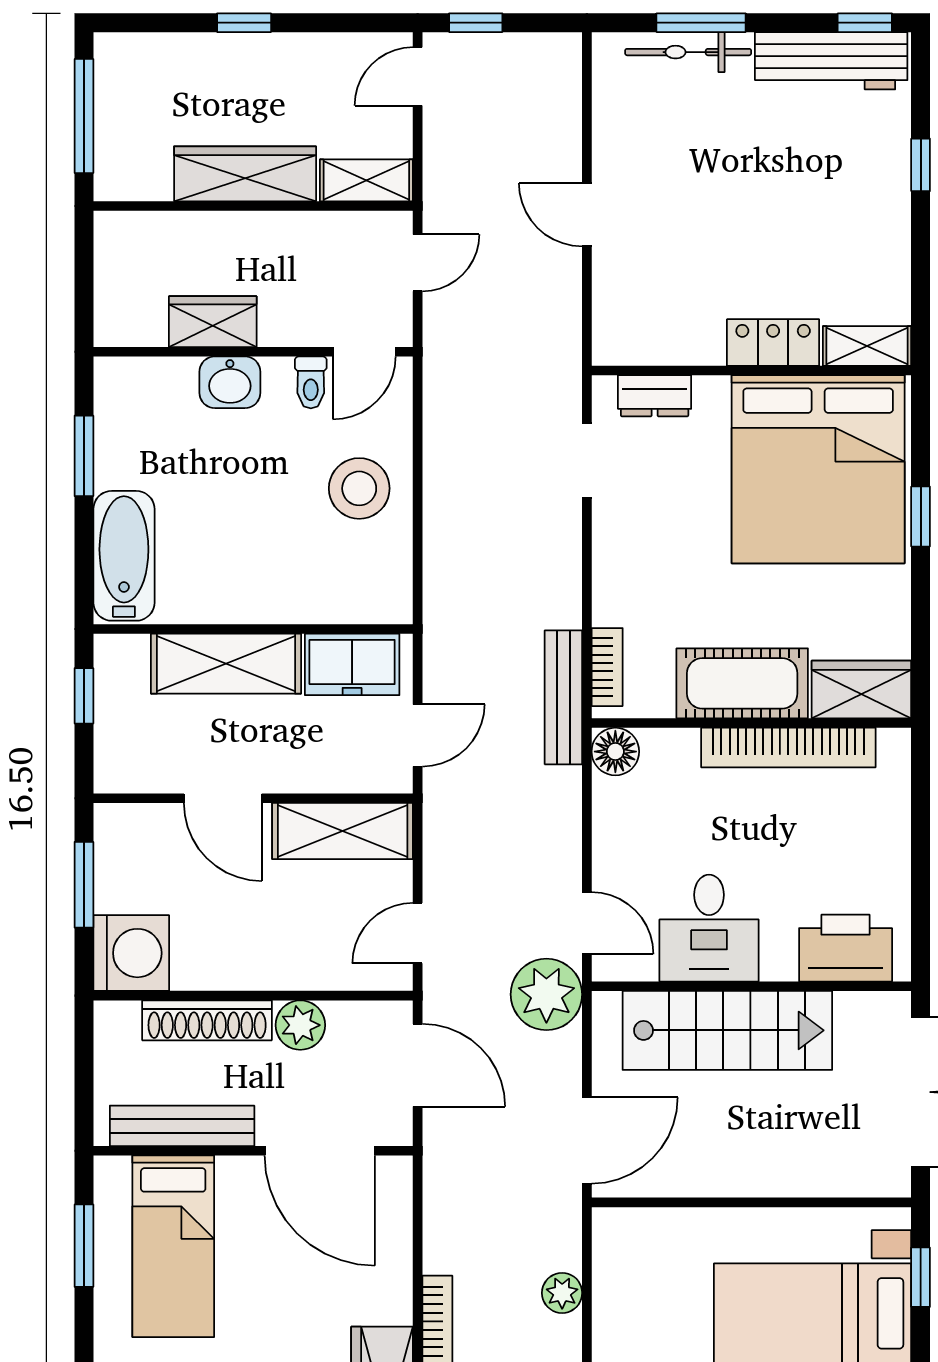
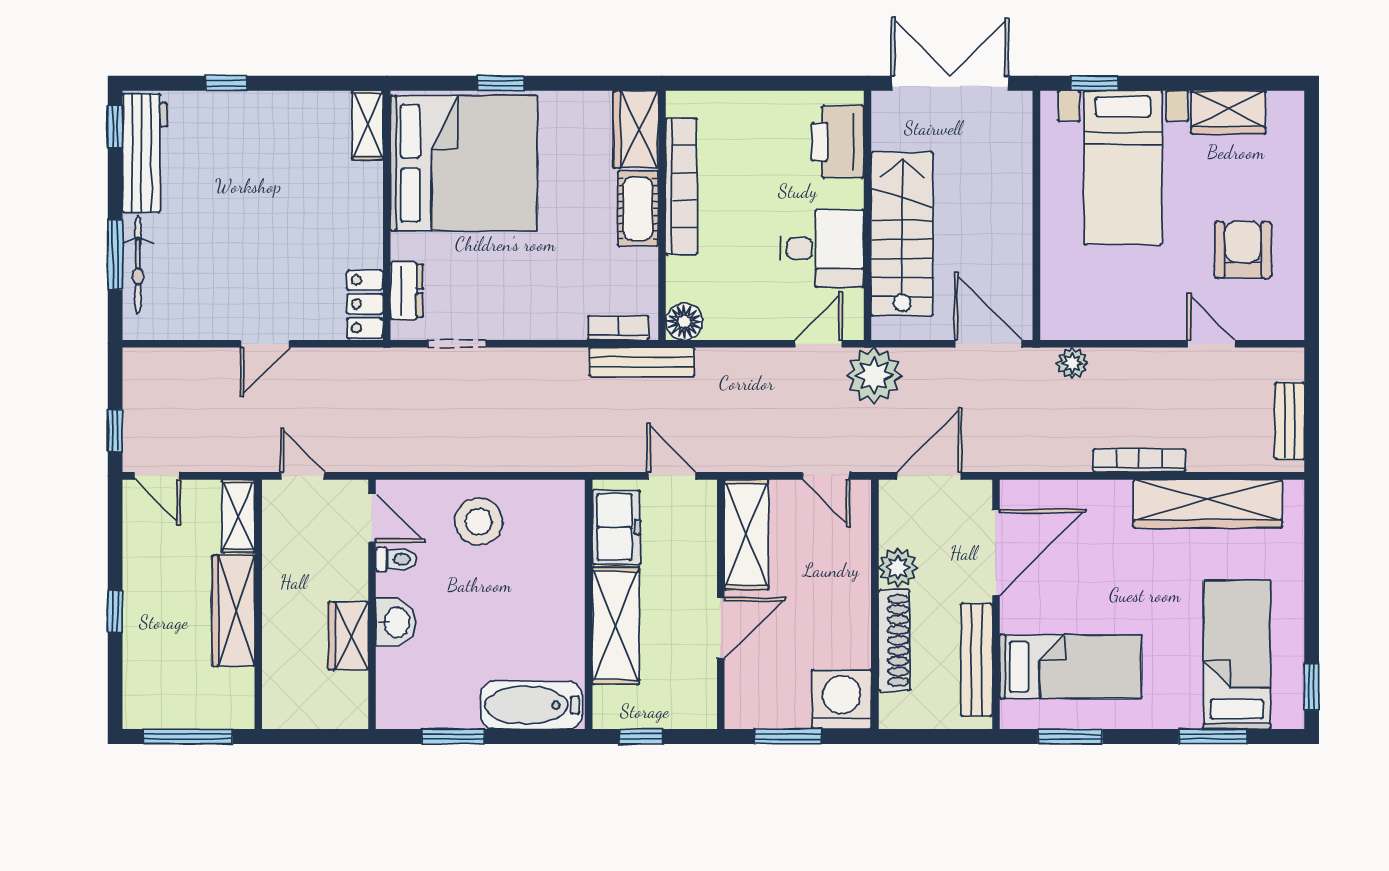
locker: (773, 342) -> (365, 304), moved
cot: (742, 683) -> (638, 209), width x0.73, depth x0.75
plant: (562, 1293) -> (1072, 363), moved

